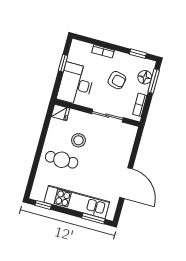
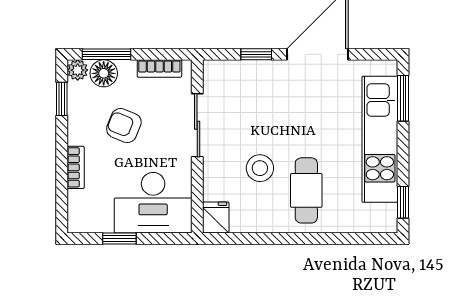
plant: (150, 65) -> (78, 70), added
armchair: (117, 80) -> (124, 126), turned -80
window: (134, 153) -> (256, 54), added

